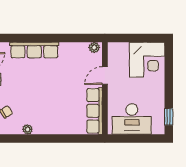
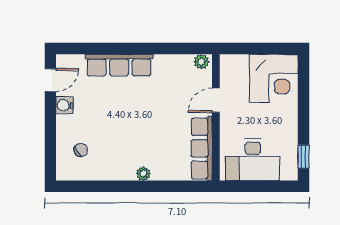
plant: (28, 129) -> (143, 174), moved

